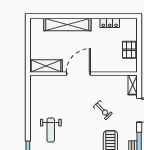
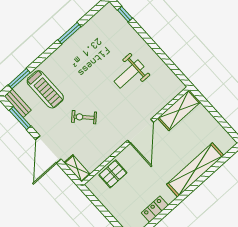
pallet: (129, 50) -> (113, 174), moved, turned 90
weight bench: (51, 130) -> (129, 74), moved, turned -90

